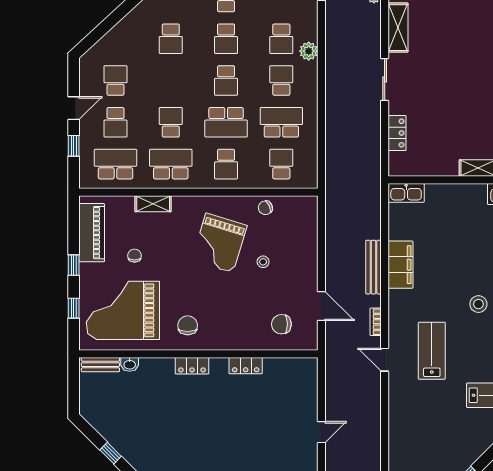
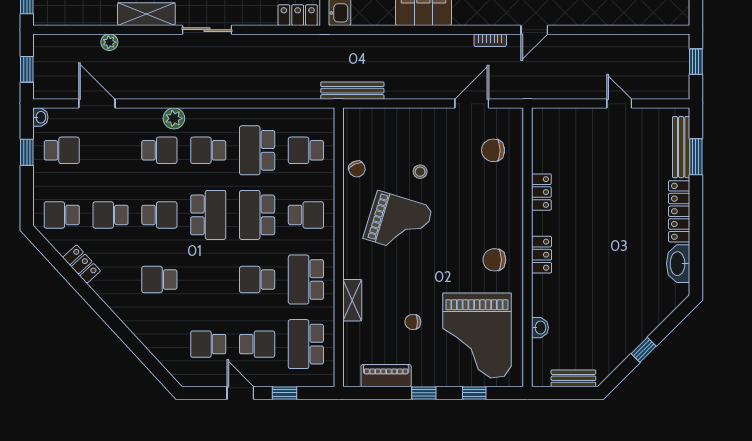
school desk: (171, 39) -> (159, 280), turned 180
school desk: (226, 80) -> (208, 215), width x1.85
school desk: (226, 122) -> (257, 215), turned 180
locker: (397, 133) -> (298, 15), moved
piano: (92, 233) -> (386, 376), width x0.73, depth x0.75
bench: (373, 267) -> (352, 91), moved
chair: (281, 324) -> (493, 150), turned 90
bench: (100, 365) -> (573, 378), moved, turned 90

